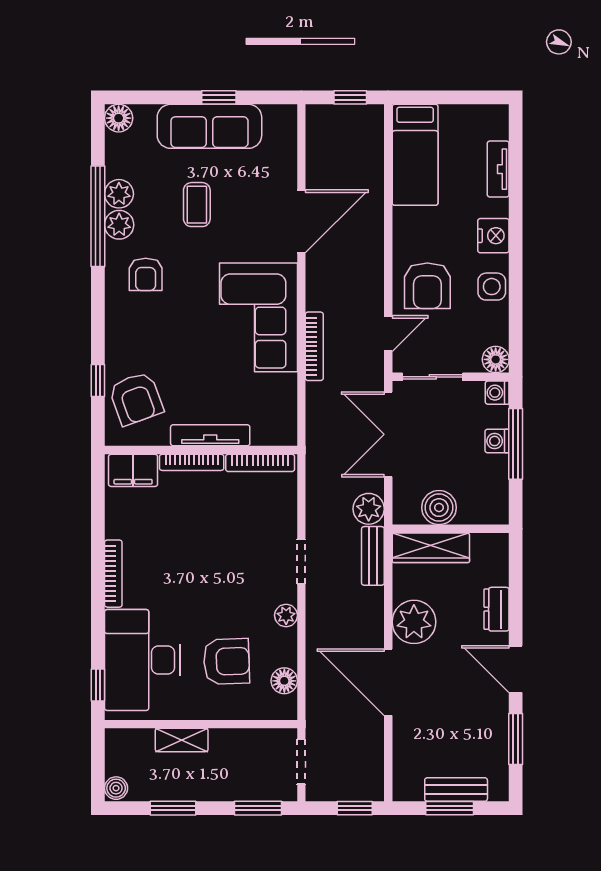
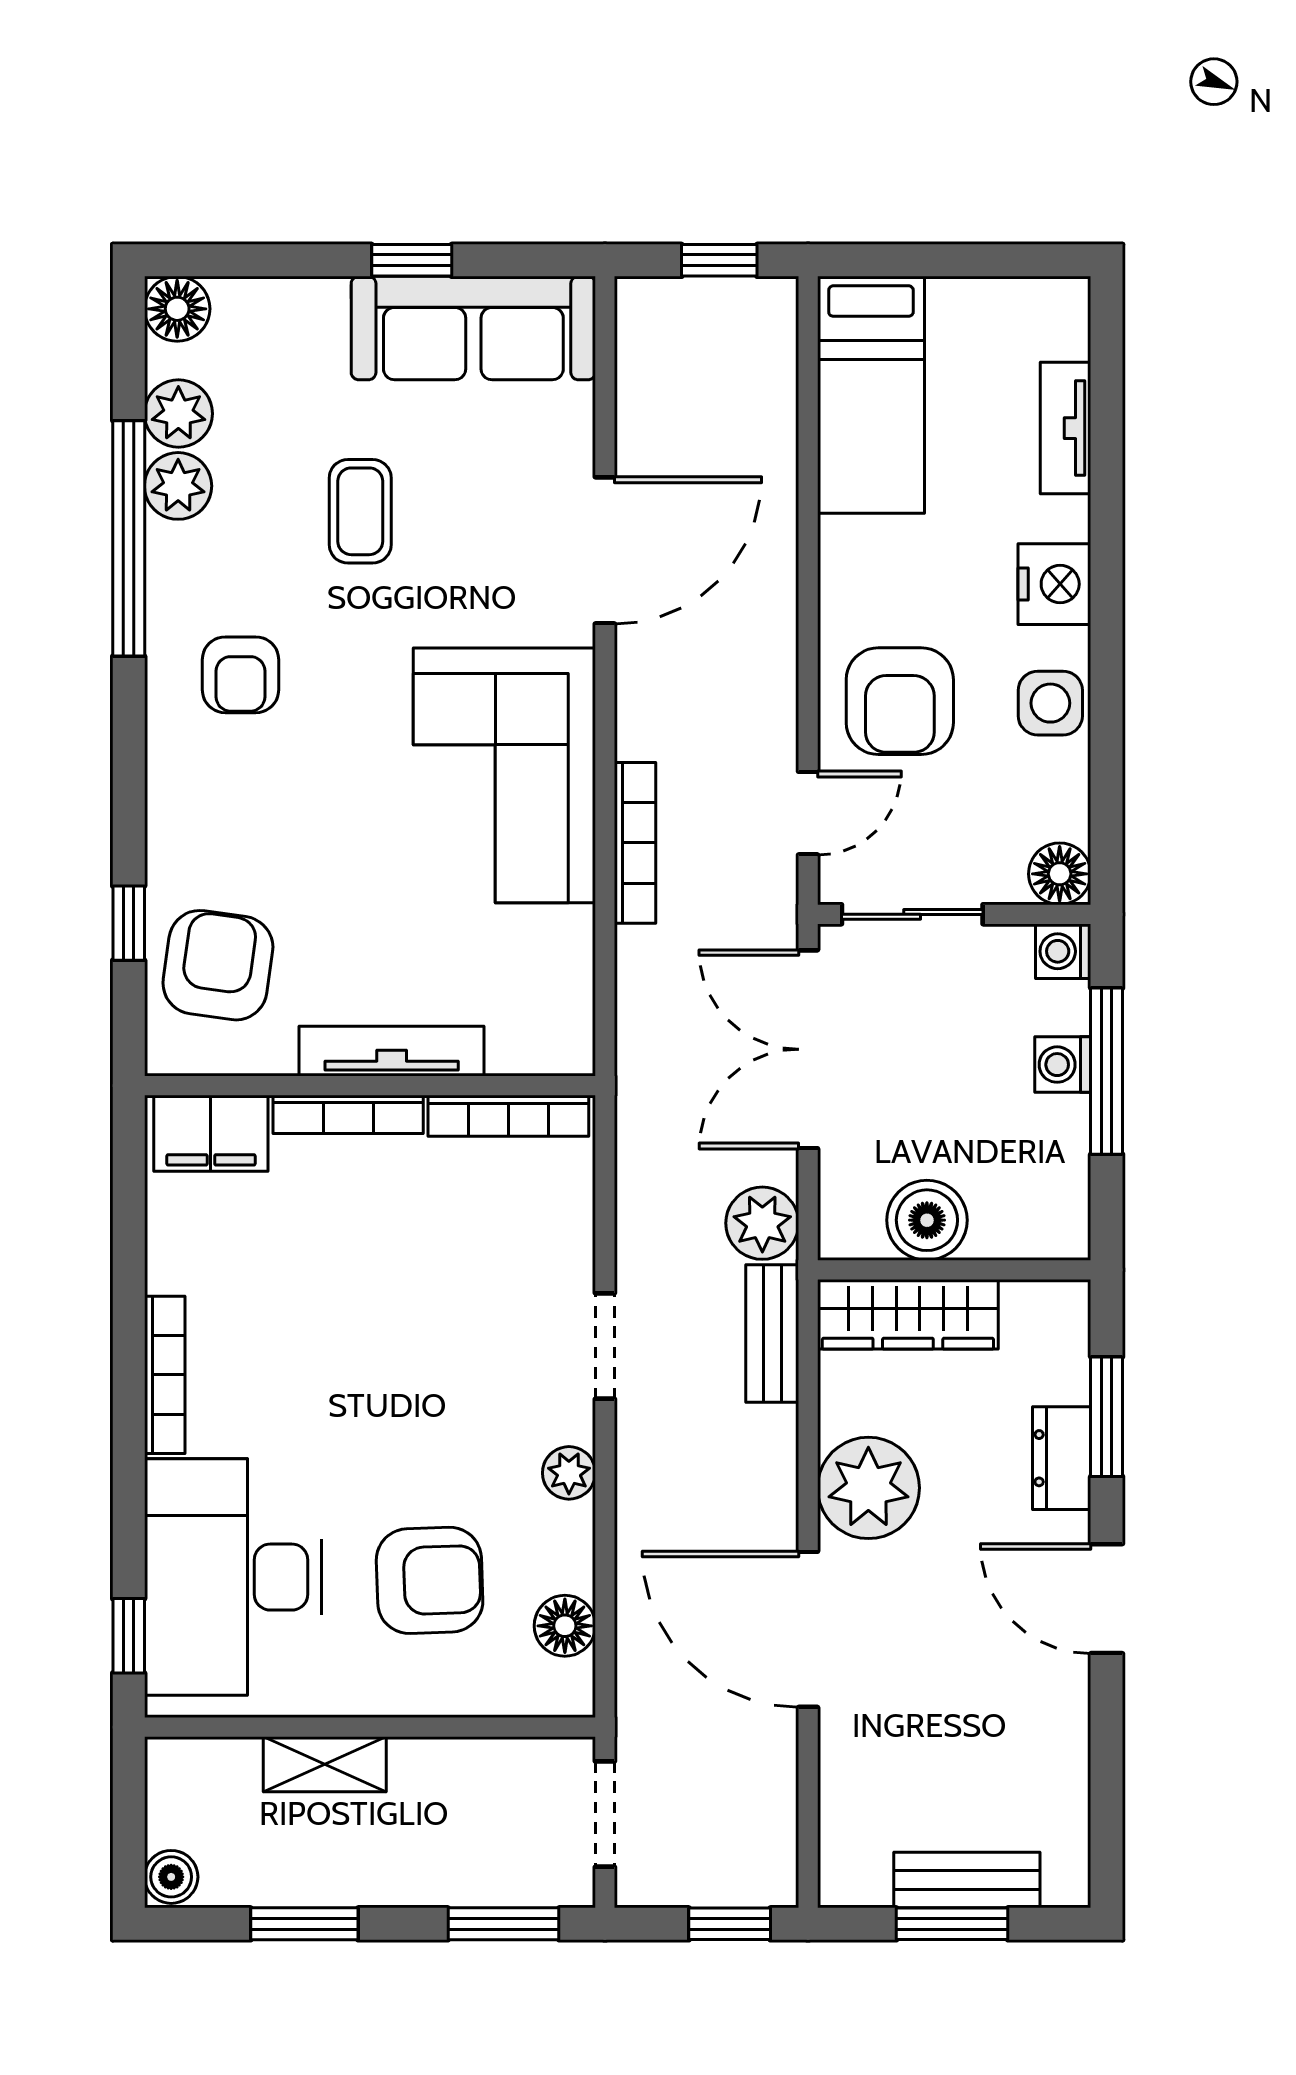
sofa: (209, 126) -> (473, 328), moved
plant: (119, 225) -> (178, 414), moved
armchair: (136, 399) -> (218, 965), turned -152
window: (516, 739) -> (1107, 1417), moved

